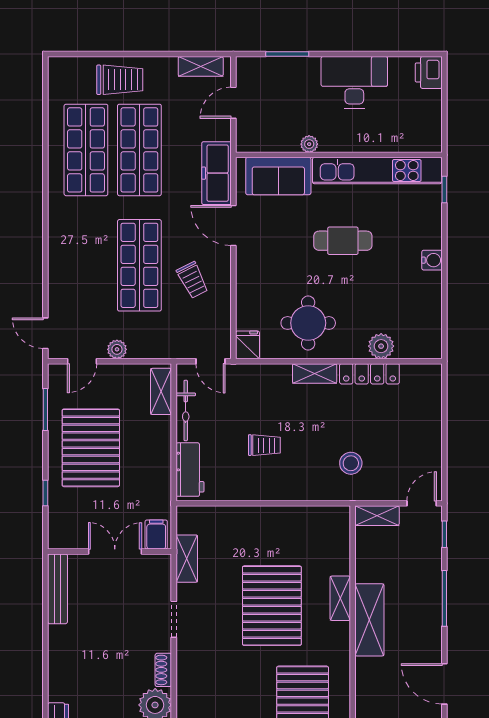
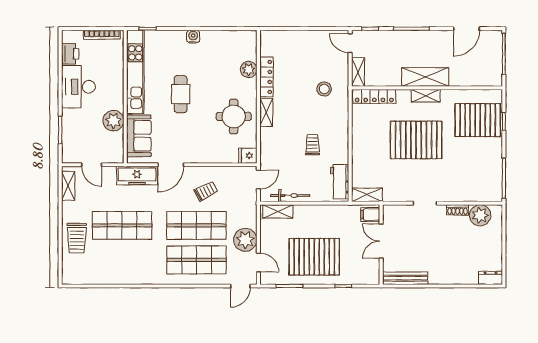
printer: (429, 72) -> (70, 54), moved, turned -90
trolley: (120, 80) -> (77, 238), turned 180
bookcase: (435, 119) -> (102, 35), added
plant: (309, 144) -> (113, 121), width x1.88, depth x1.88
shop shelf: (86, 150) -> (196, 260), moved
plant: (117, 349) -> (245, 240), width x1.87, depth x1.87
workbench: (190, 470) -> (340, 182), moved, turned -90
locker: (339, 541) -> (374, 96), added
shelving: (187, 559) -> (367, 195), moved
shelving: (340, 598) -> (426, 96), moved

